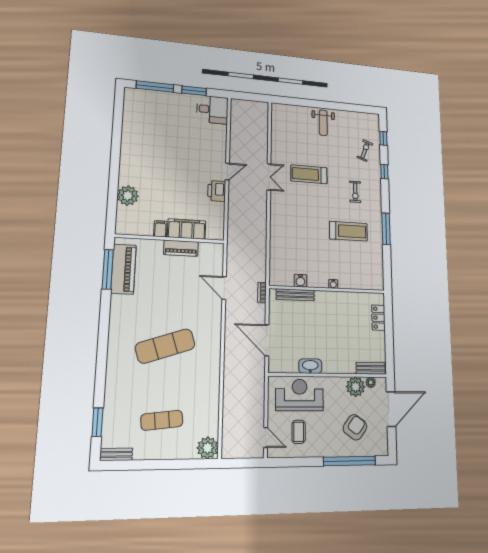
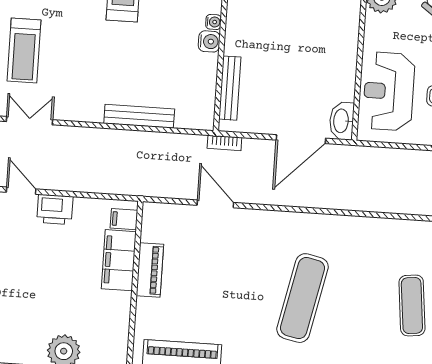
filing cabinet: (160, 229) -> (124, 219), moved
bench: (275, 241) -> (139, 116), added
water cooler: (300, 281) -> (209, 41), moved
door: (224, 288) -> (215, 204), swing flipped
exercise mat: (165, 346) -> (303, 298), turned 30
washbasin: (310, 366) -> (342, 121), moved

